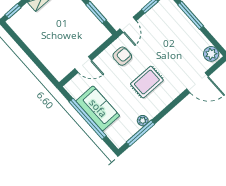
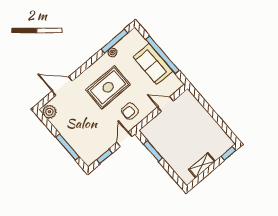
rug: (147, 82) -> (108, 87), width x1.36, depth x1.43

